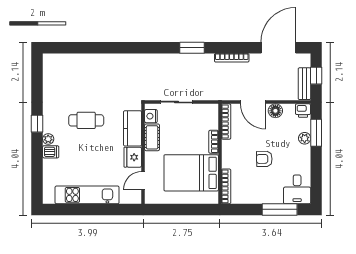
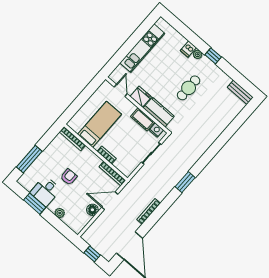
window: (192, 48) -> (185, 182), moved
bench: (304, 84) -> (240, 92), moved
printer: (303, 111) -> (78, 227), removed
window: (316, 133) -> (35, 204), moved
bed: (191, 173) -> (100, 124), width x0.67
desk: (297, 189) -> (45, 191), moved, turned -90

